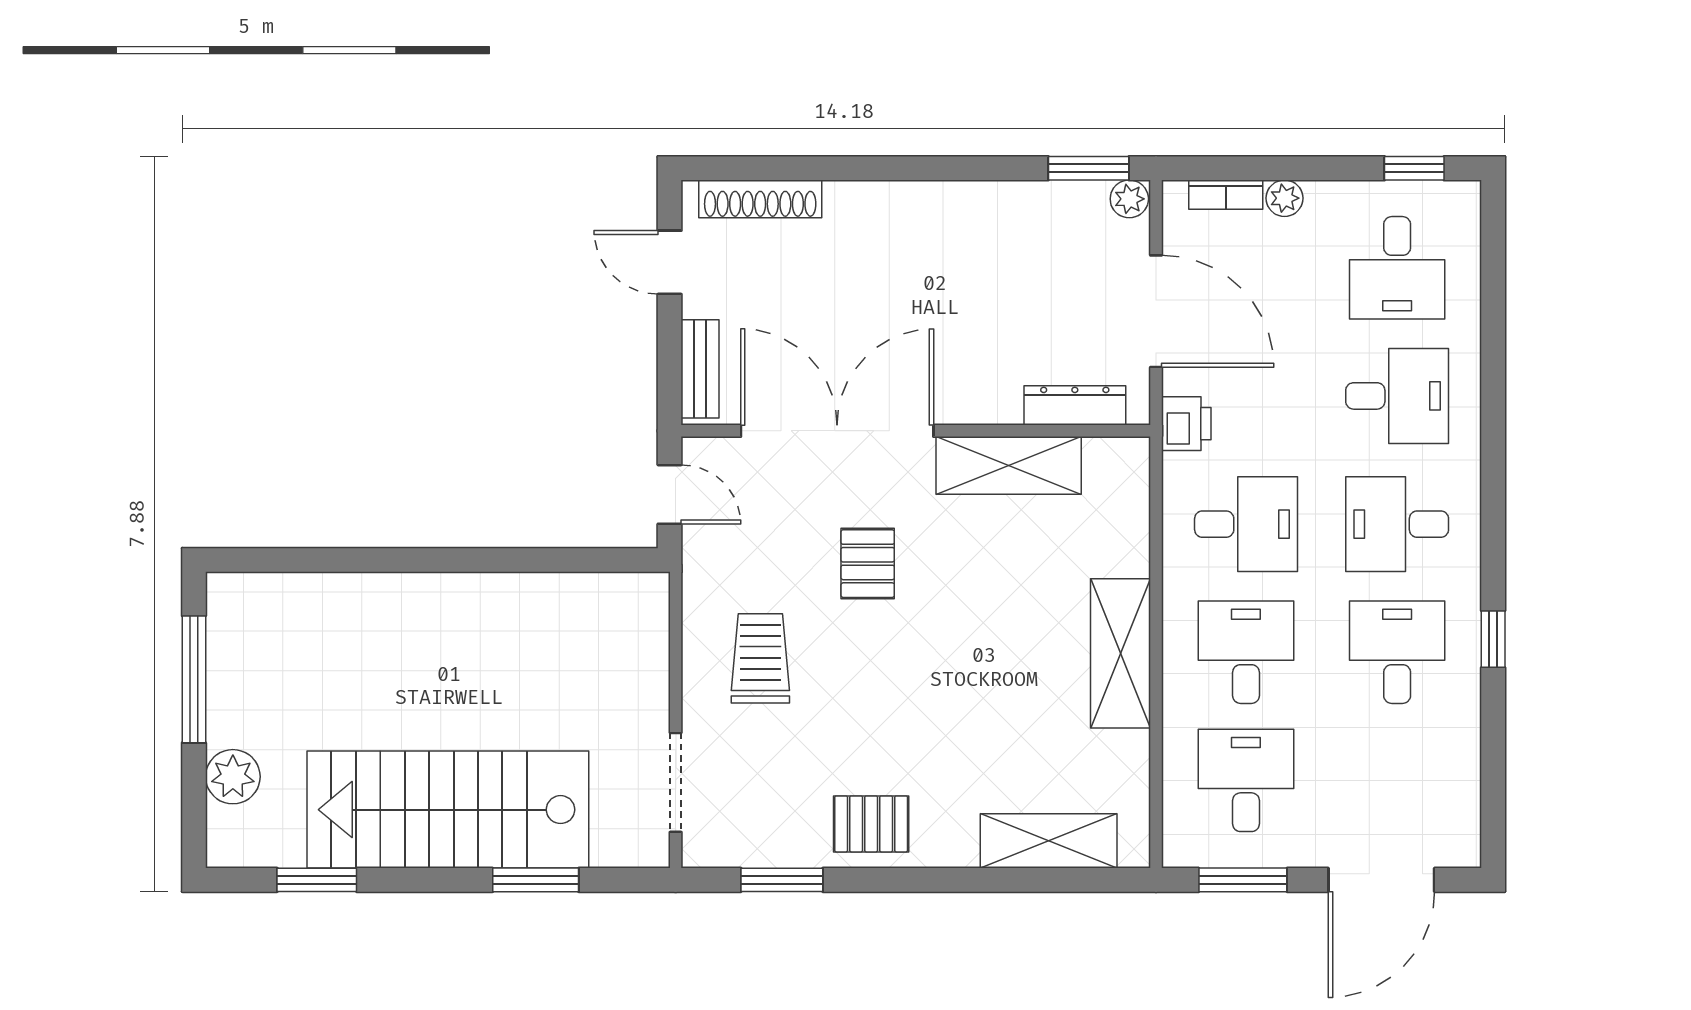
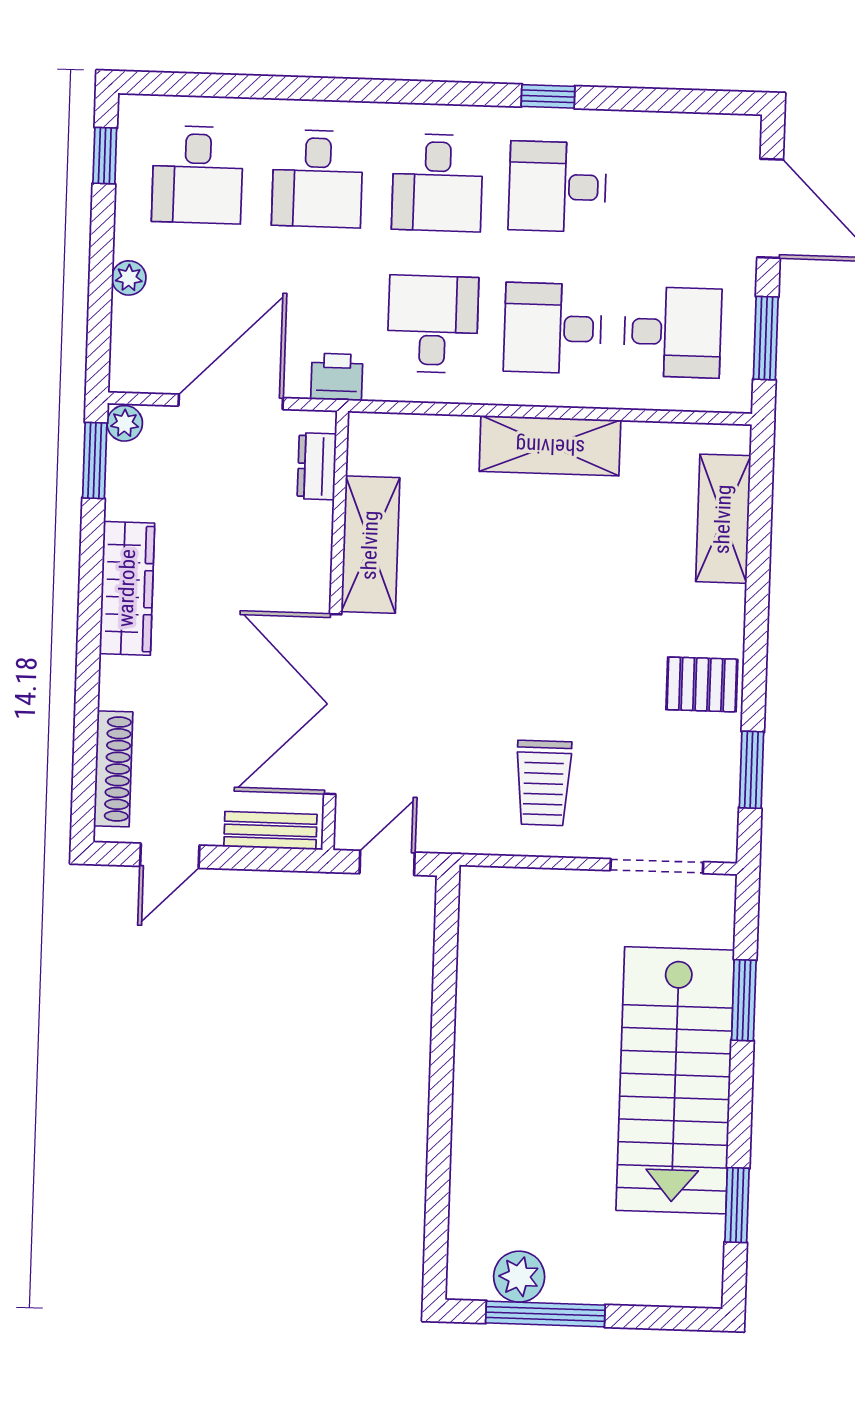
bookcase: (1226, 195) -> (124, 333), removed
wardrobe: (953, 207) -> (127, 588), added
desk: (1397, 268) -> (197, 175), turned 90
desk: (1397, 396) -> (317, 179), turned 180
dresser: (1075, 405) -> (317, 466), width x0.70
pallet: (868, 564) -> (458, 680), removed
trolley: (760, 658) -> (543, 783), turned -90
plant: (233, 777) -> (519, 1277), moved
desk: (1246, 780) -> (673, 332), turned 180
pallet: (871, 824) -> (702, 684), turned 90

